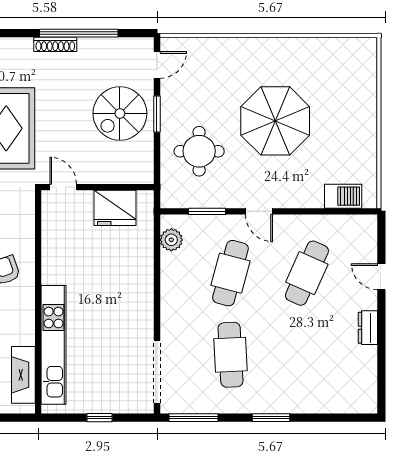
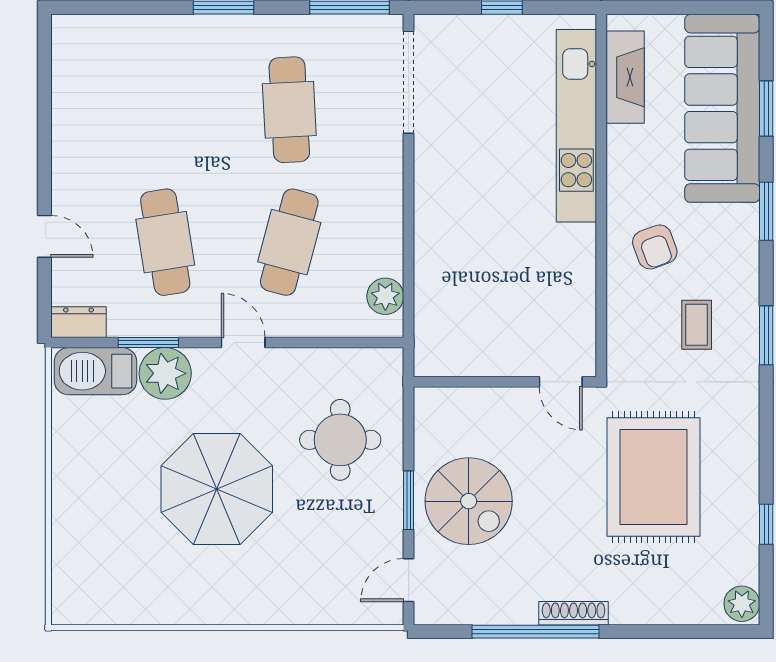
spiral stairs: (120, 114) -> (469, 501), turned 90
plant: (307, 192) -> (165, 373), added
barbecue: (343, 196) -> (95, 371), width x1.37, depth x1.21
fridge: (115, 208) -> (477, 348), removed
window: (207, 211) -> (148, 342), moved
cafe table: (307, 273) -> (165, 242), turned -33
dresser: (368, 328) -> (78, 322), moved, turned -90

